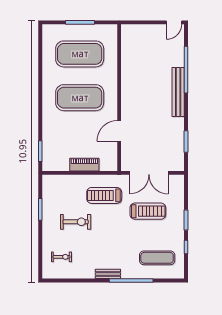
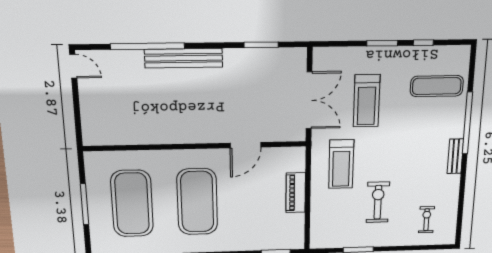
door: (119, 131) -> (246, 145), hinge flipped
treadmill: (148, 211) -> (367, 101), turned 180
exercise mat: (157, 258) -> (437, 86), turned 90

